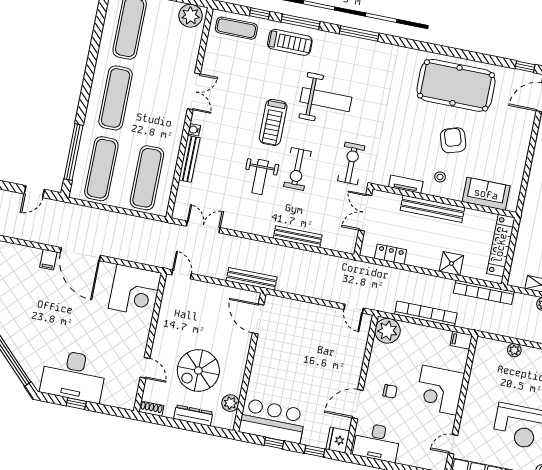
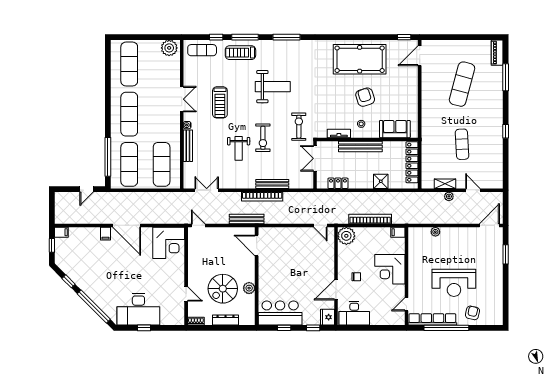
treadmill: (290, 42) -> (240, 53), turned 180
treadmill: (273, 122) -> (220, 102), moved
bookcase: (484, 292) -> (262, 196), moved
plant: (230, 403) -> (249, 288), moved

